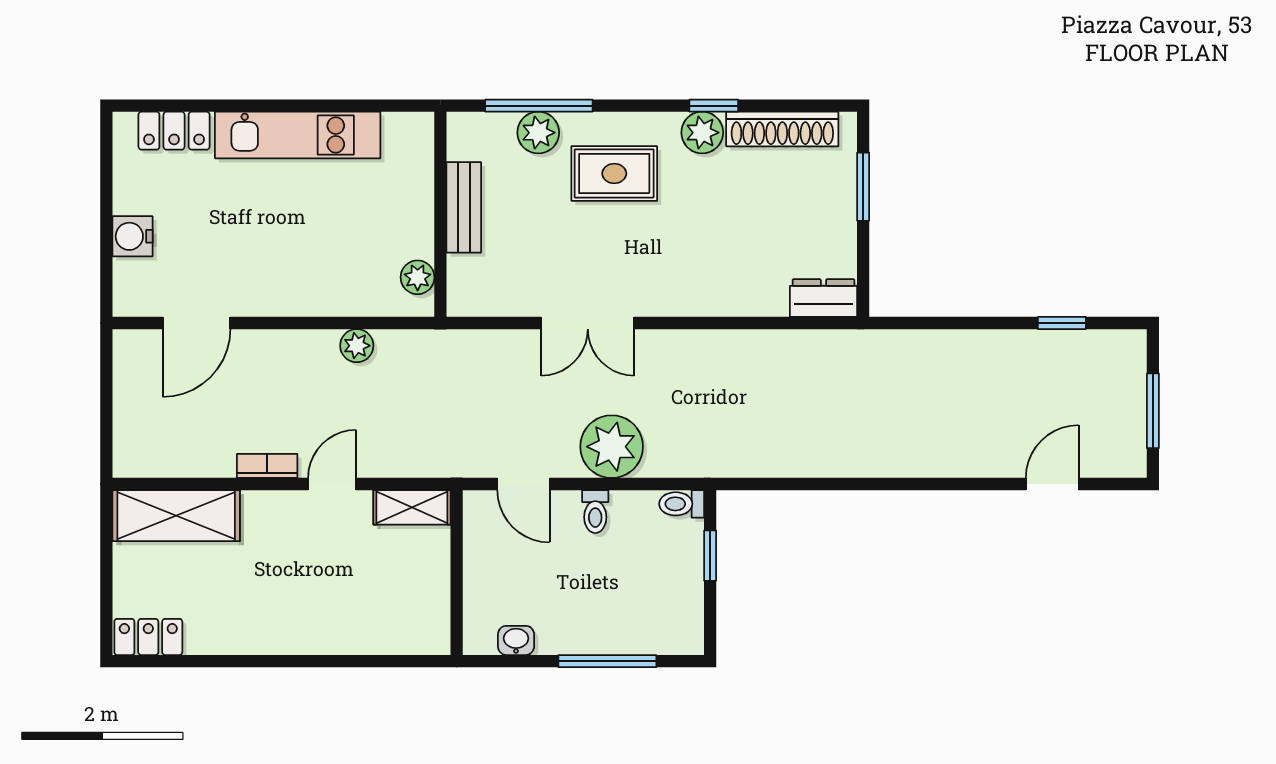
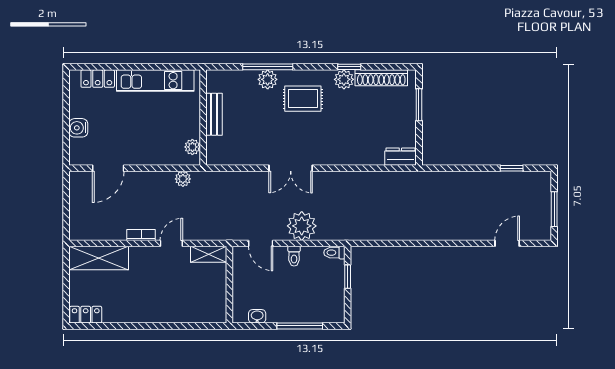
bench: (464, 207) -> (214, 114), moved
wall: (440, 214) -> (203, 118), moved
plant: (418, 277) -> (192, 147), moved

